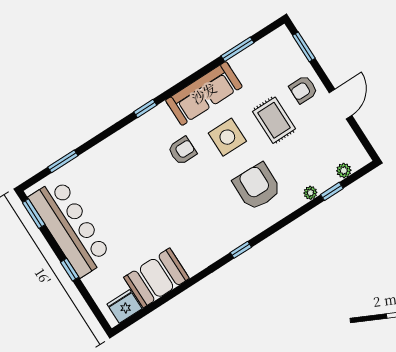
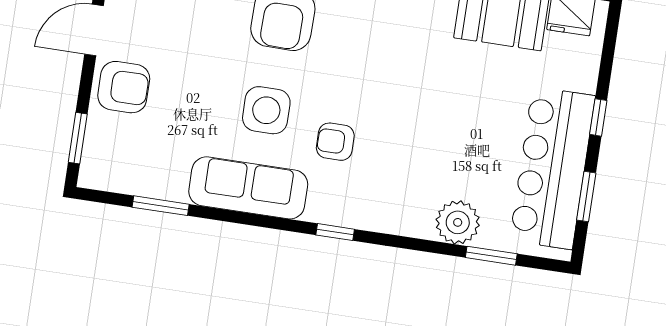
armchair: (303, 89) -> (124, 87), width x1.38, depth x1.38
rug: (274, 120) -> (192, 81), removed
plant: (92, 163) -> (458, 222), added
window: (34, 214) -> (586, 197), moved

